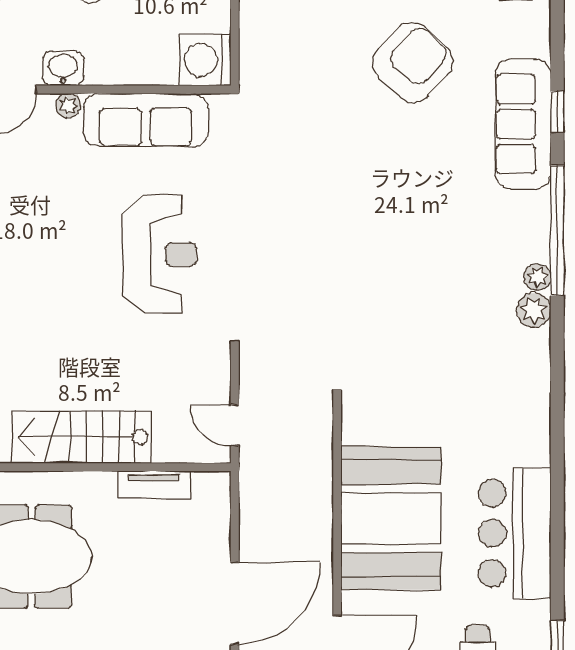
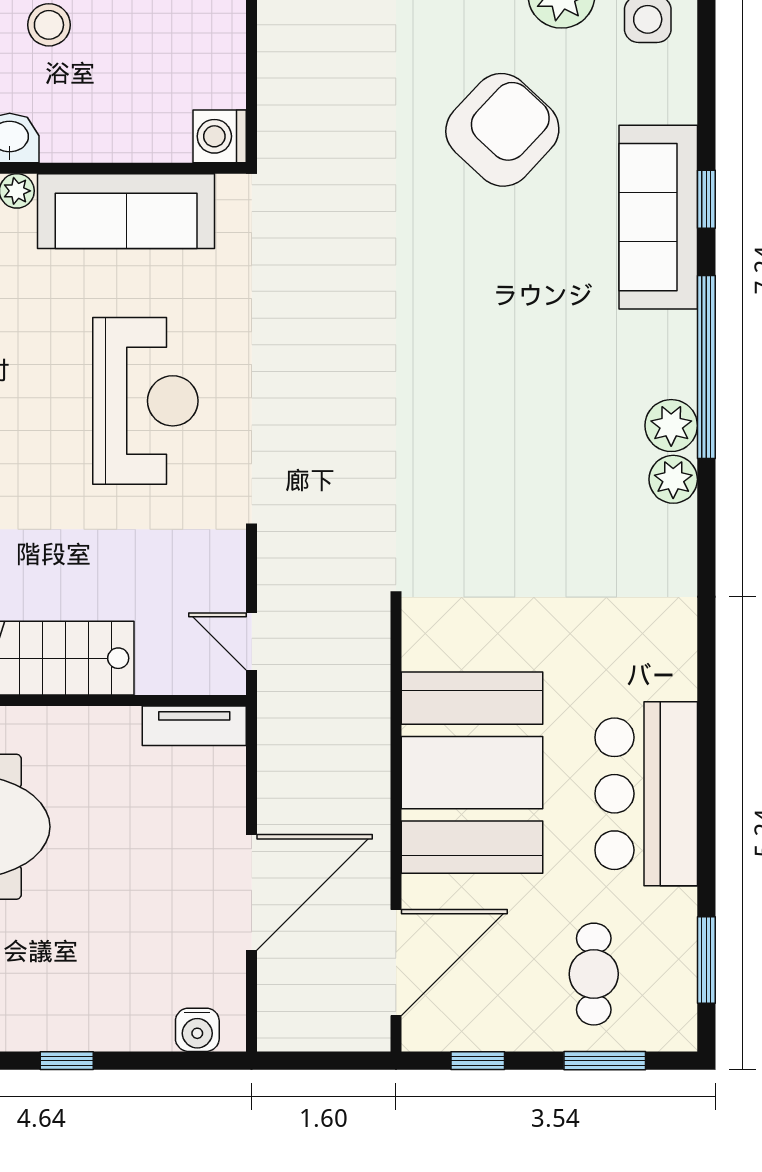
washing machine: (205, 60) -> (220, 136), width x0.73, depth x0.73
plant: (537, 277) -> (671, 426), width x1.38, depth x1.38
tv unit: (154, 485) -> (194, 726), moved

